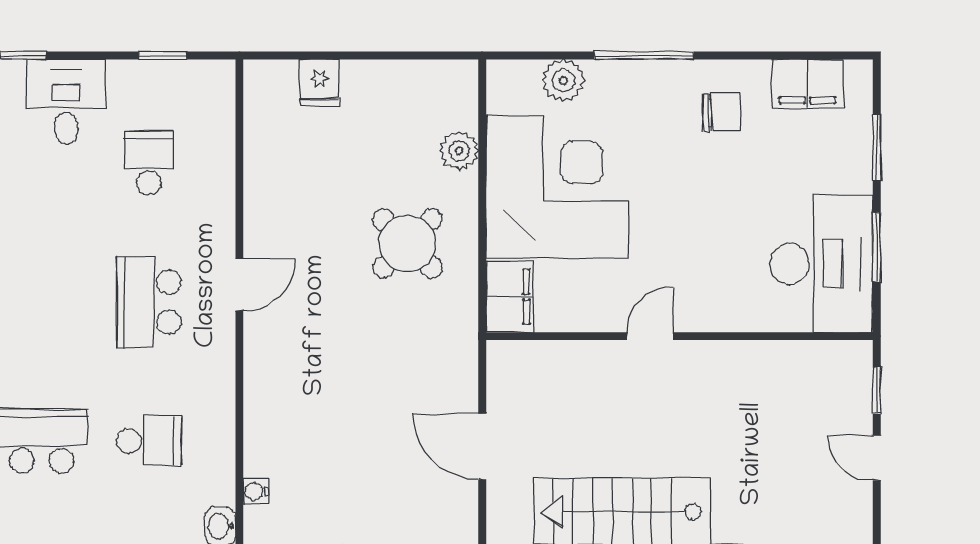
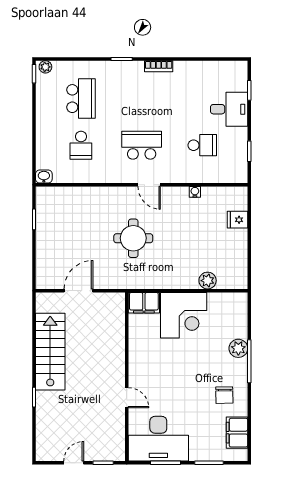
plant: (563, 80) -> (238, 348), moved
corner desk: (557, 187) -> (184, 315), width x0.74, depth x0.74
round table: (407, 243) -> (133, 238), moved, turned 45
door: (650, 336) -> (127, 398), moved
water cooler: (256, 491) -> (195, 192), moved

